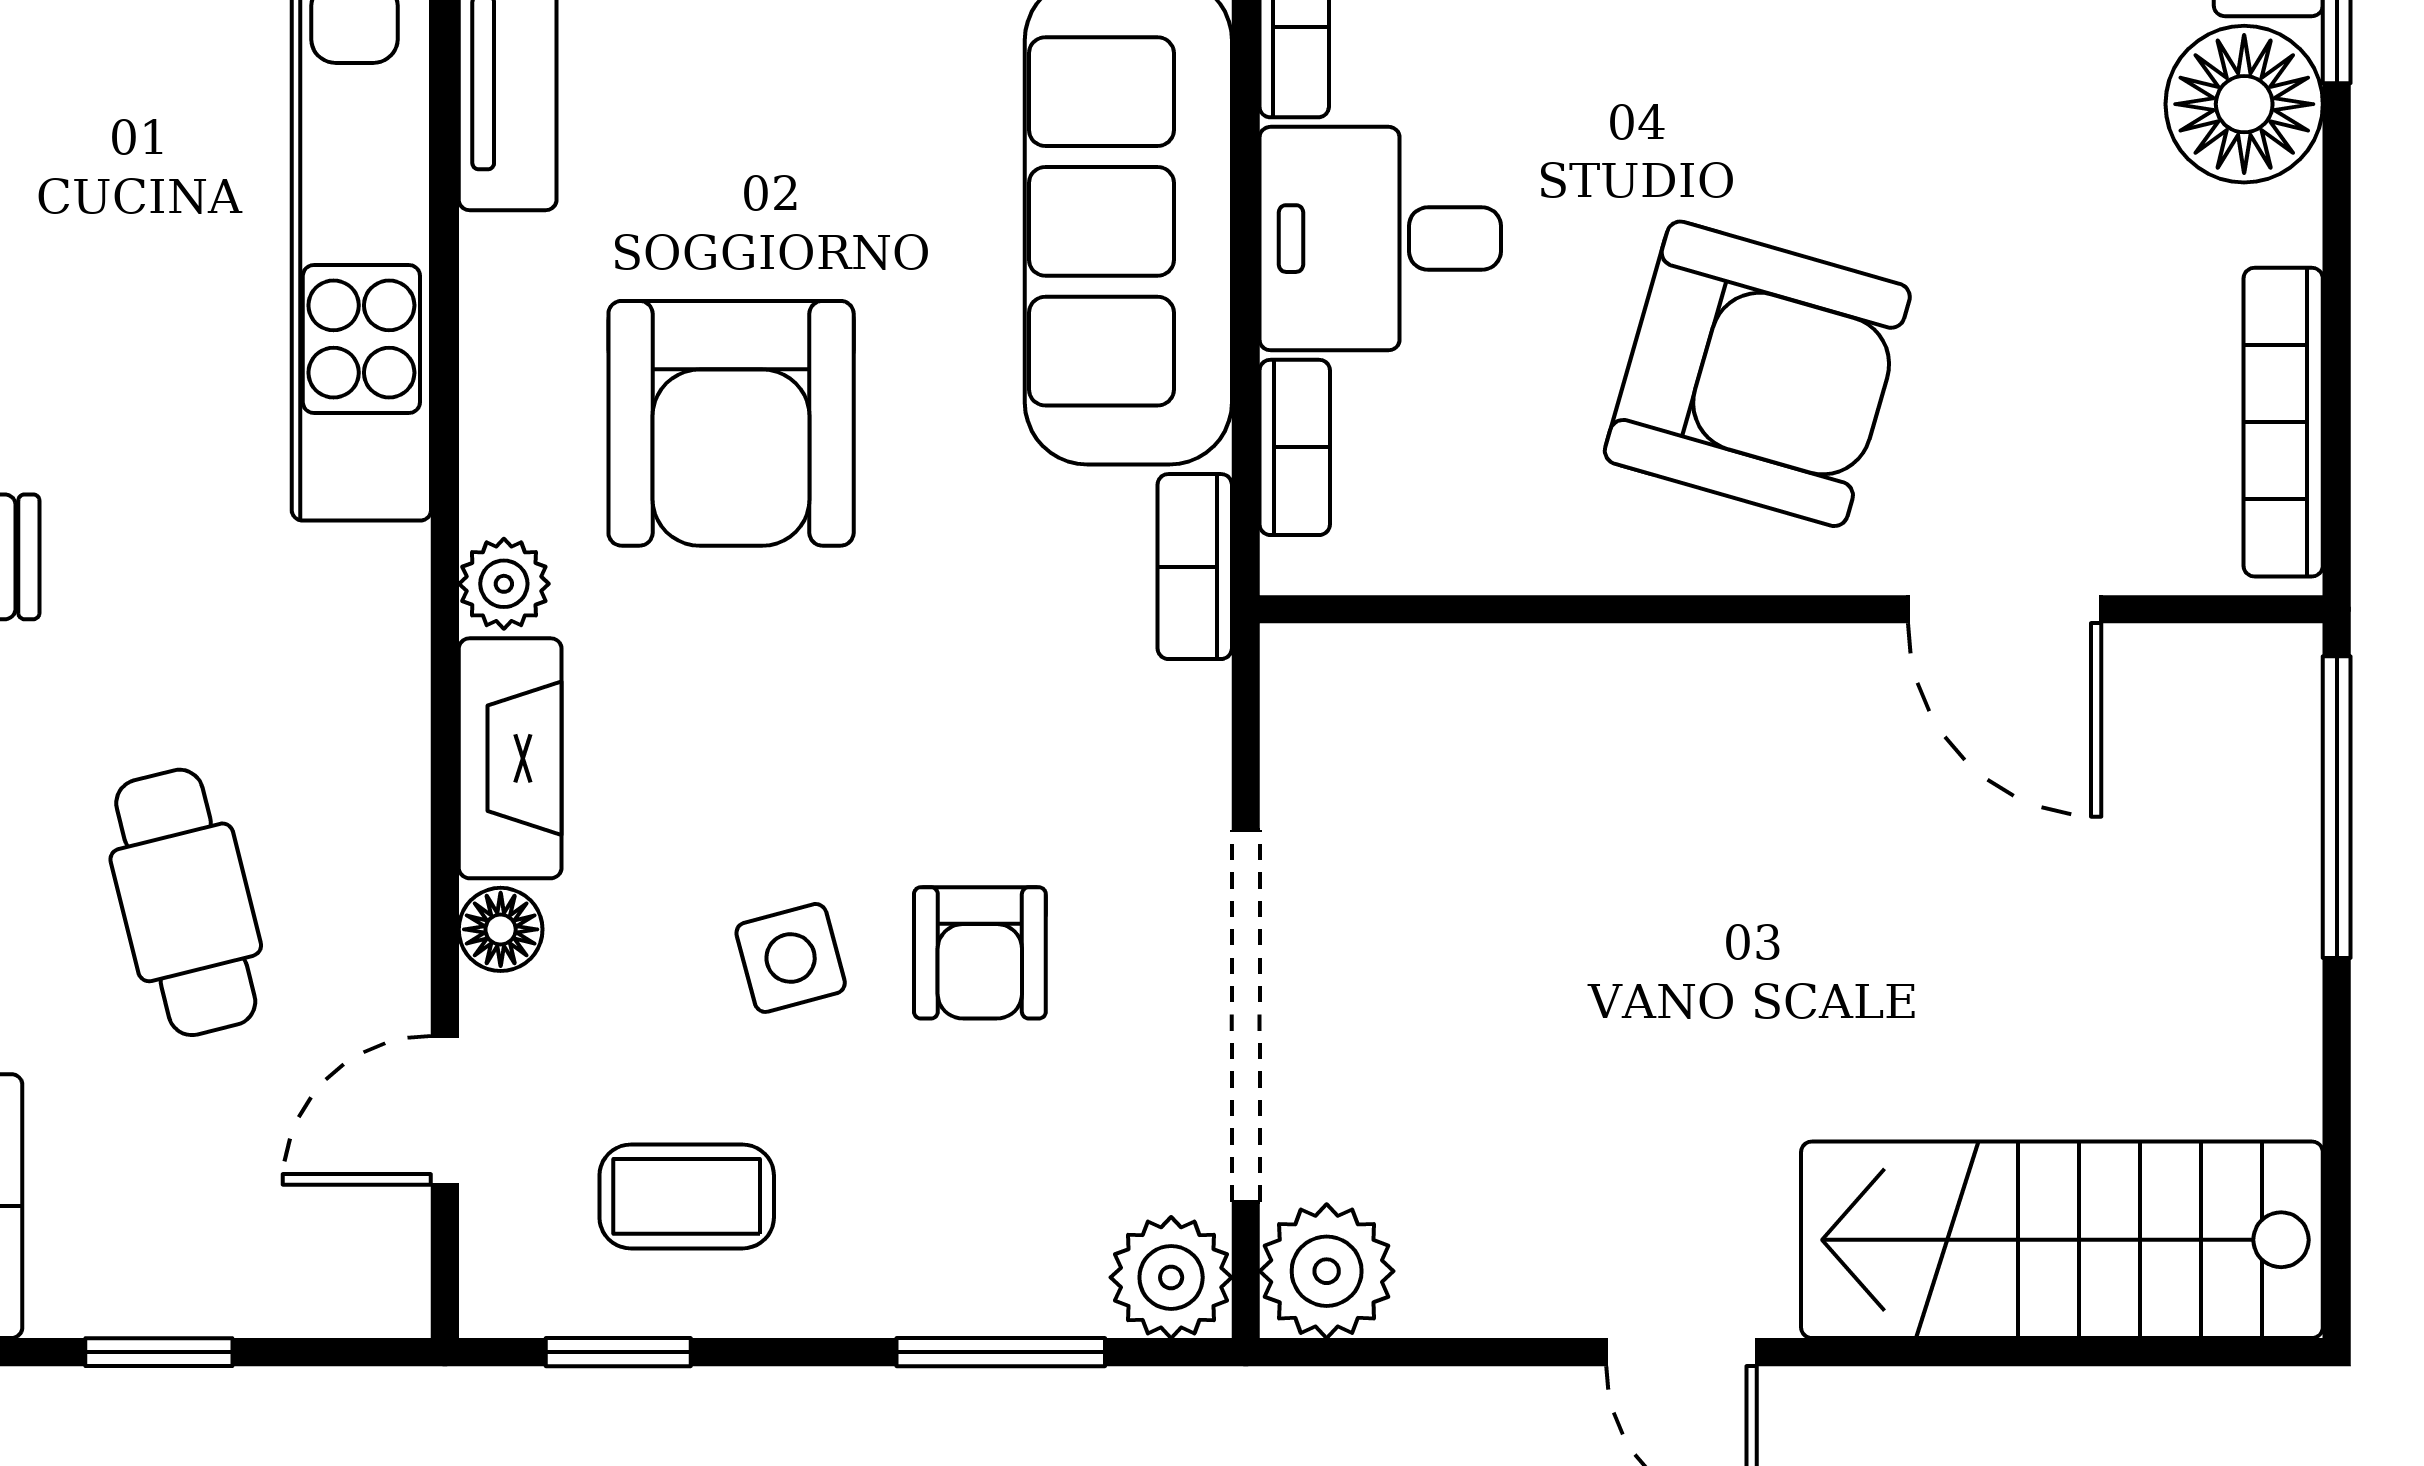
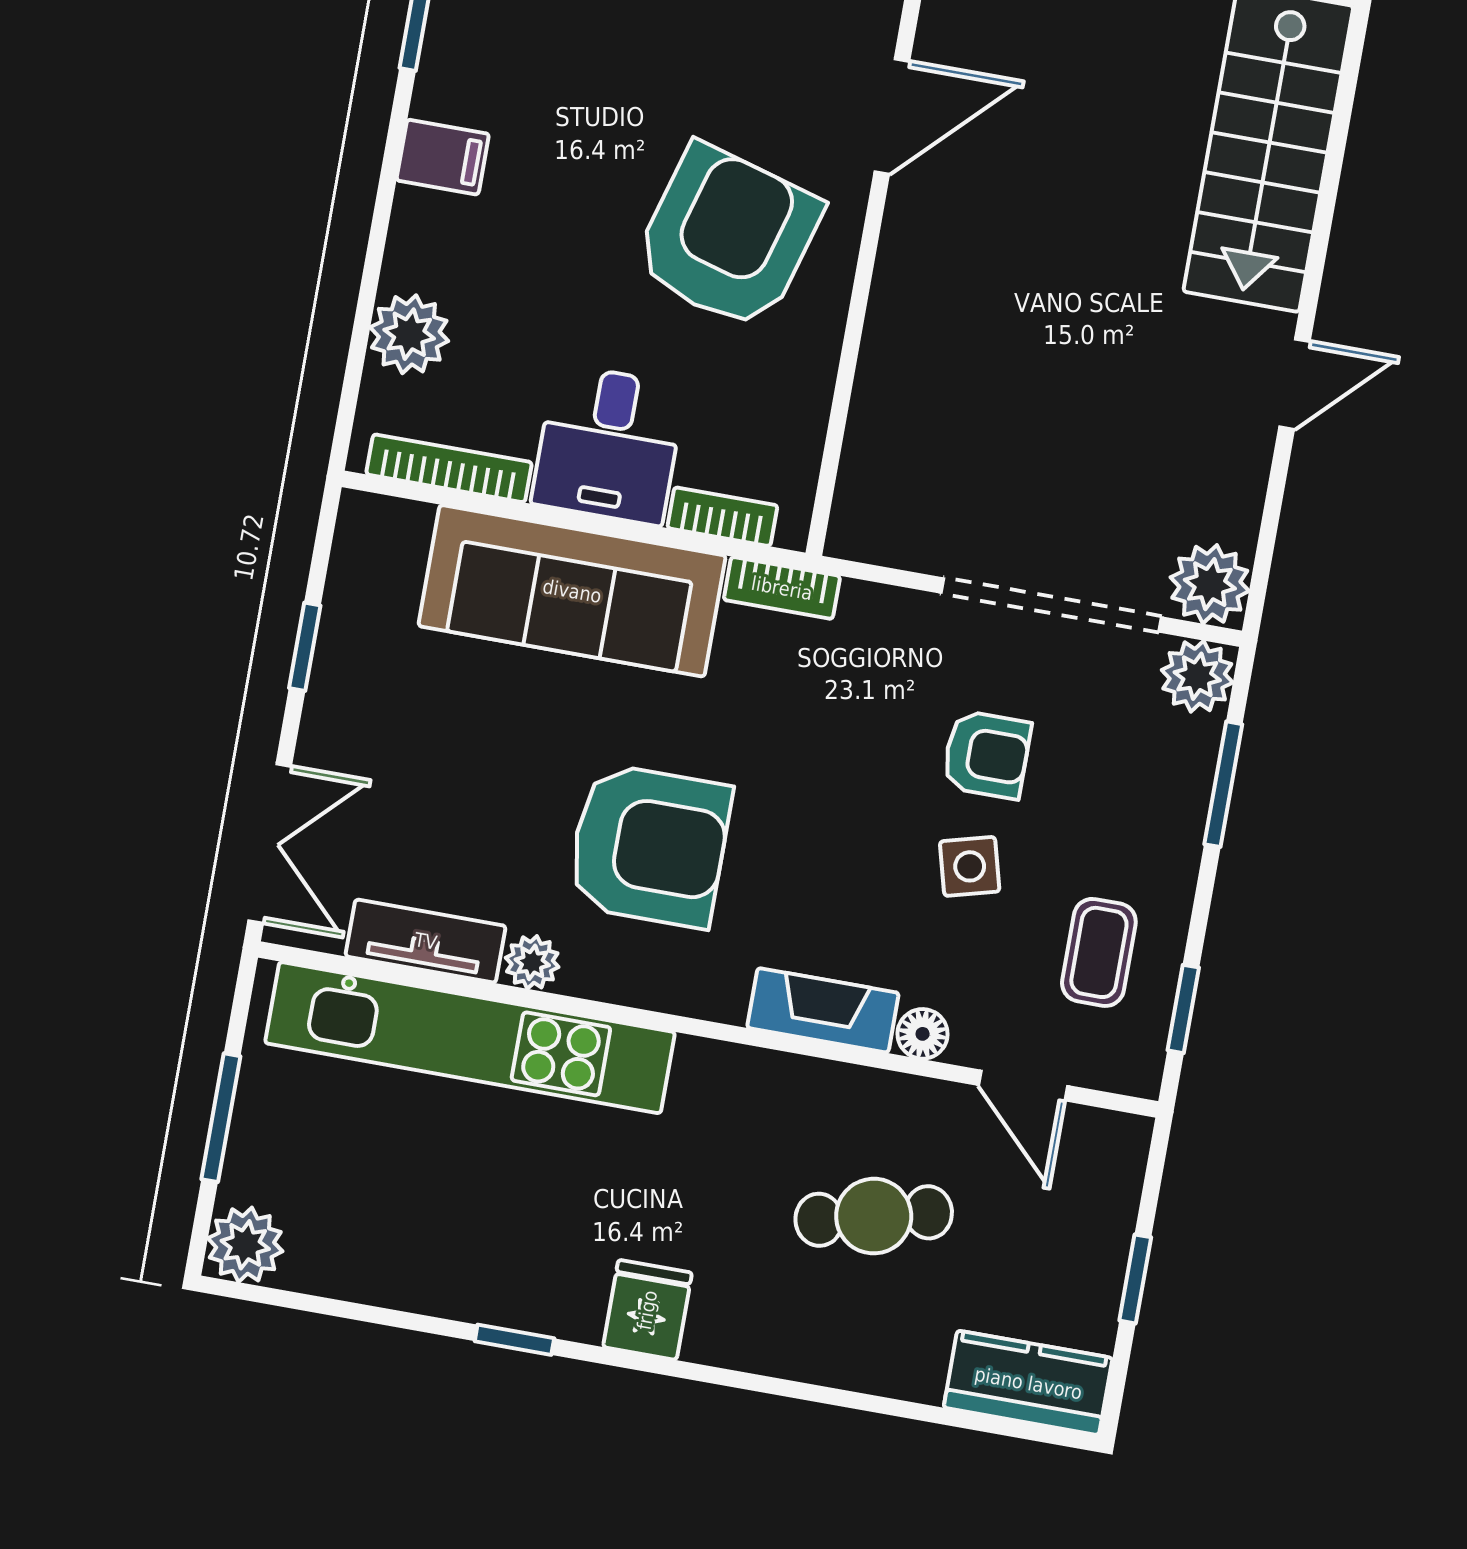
plant: (504, 584) -> (532, 962), moved

